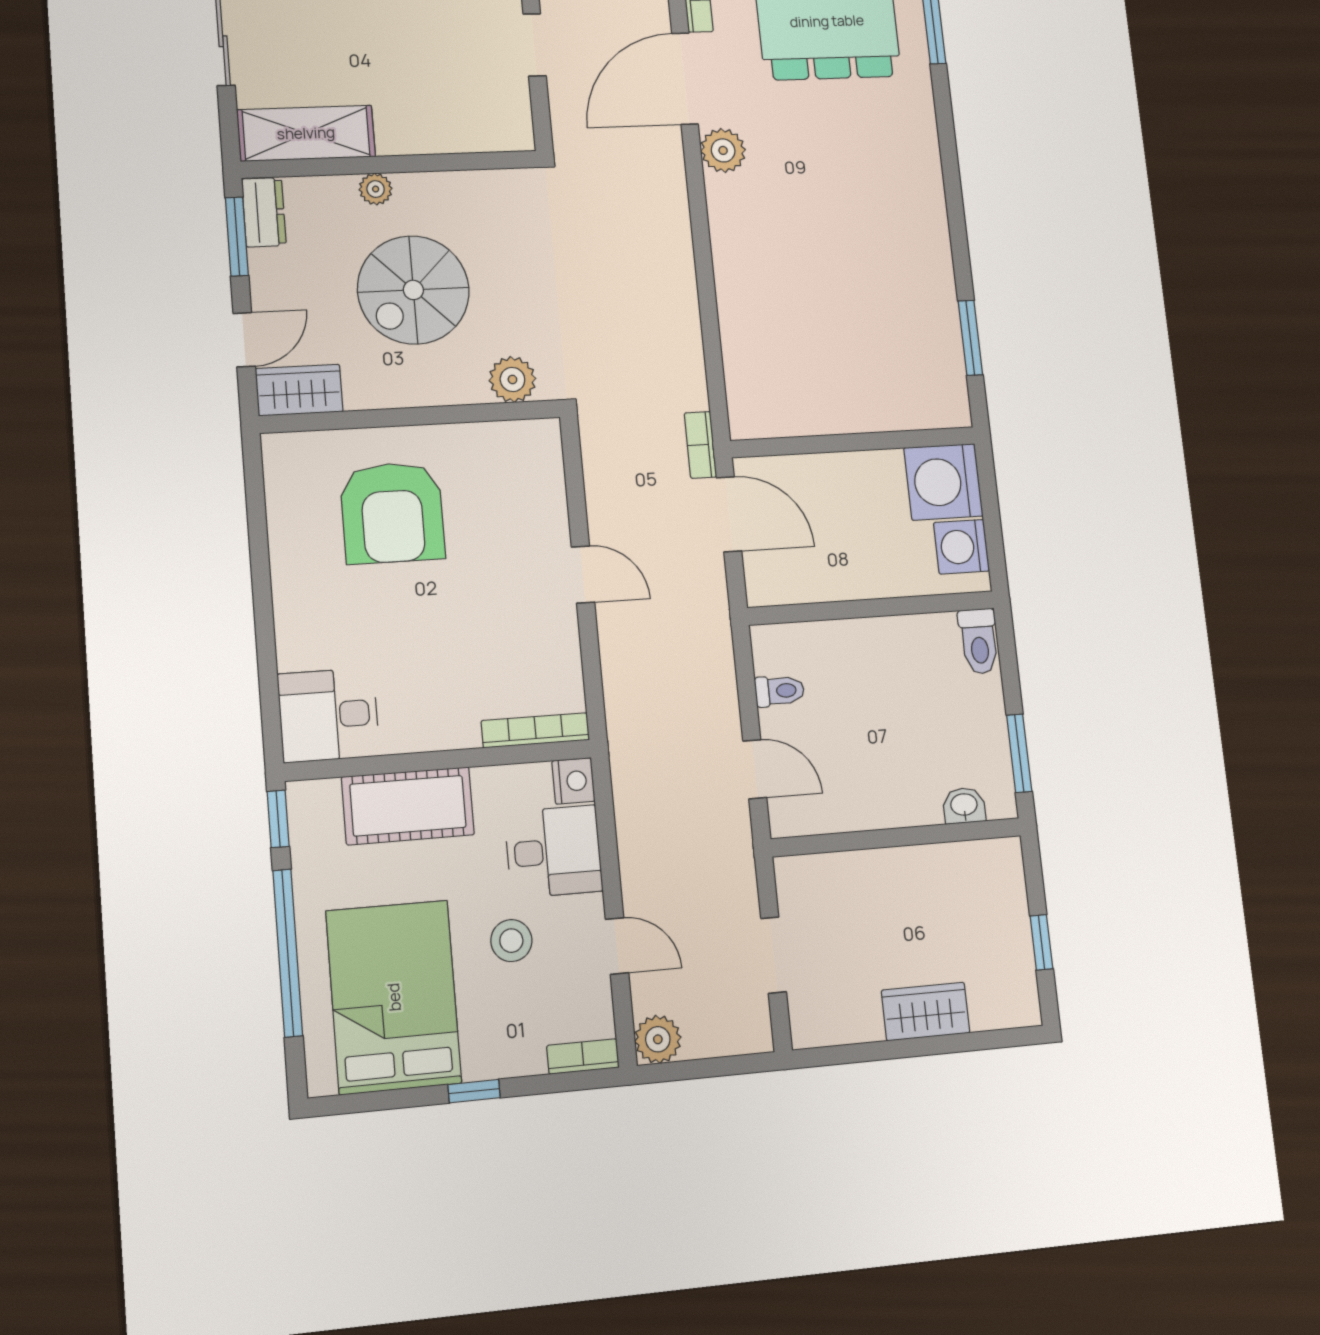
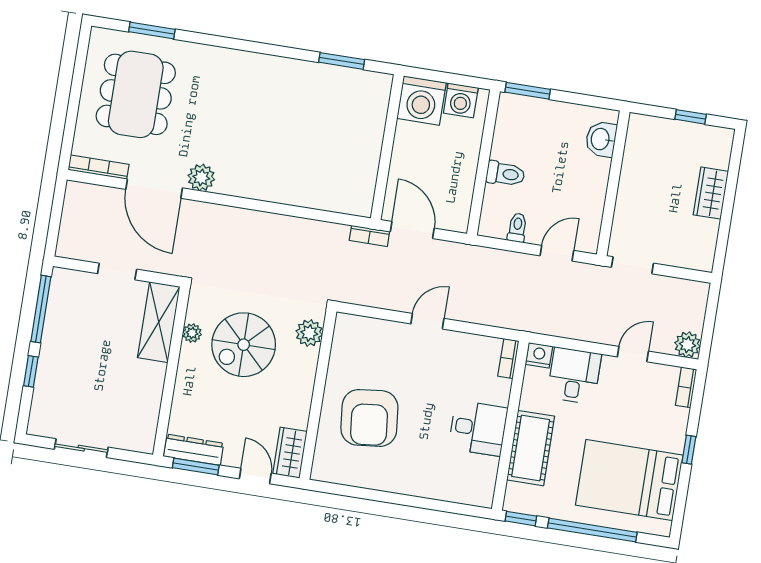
shelving: (306, 133) -> (159, 322), moved
plant: (376, 189) -> (192, 333), moved
dresser: (264, 212) -> (194, 450), width x1.44
spiral stairs: (413, 290) -> (244, 345), moved, turned 90
armchair: (392, 513) -> (369, 418), turned 84
door: (729, 514) -> (412, 230), hinge flipped
toilet: (979, 641) -> (505, 174), moved
desk: (328, 715) -> (478, 428), moved, turned -90
bookcase: (535, 730) -> (508, 358), width x0.64
window: (1019, 753) -> (528, 91), moved
washbasin: (964, 806) -> (601, 139), width x1.38, depth x1.45
stool: (511, 941) -> (616, 410), removed
doorway: (774, 955) -> (632, 265), moved

